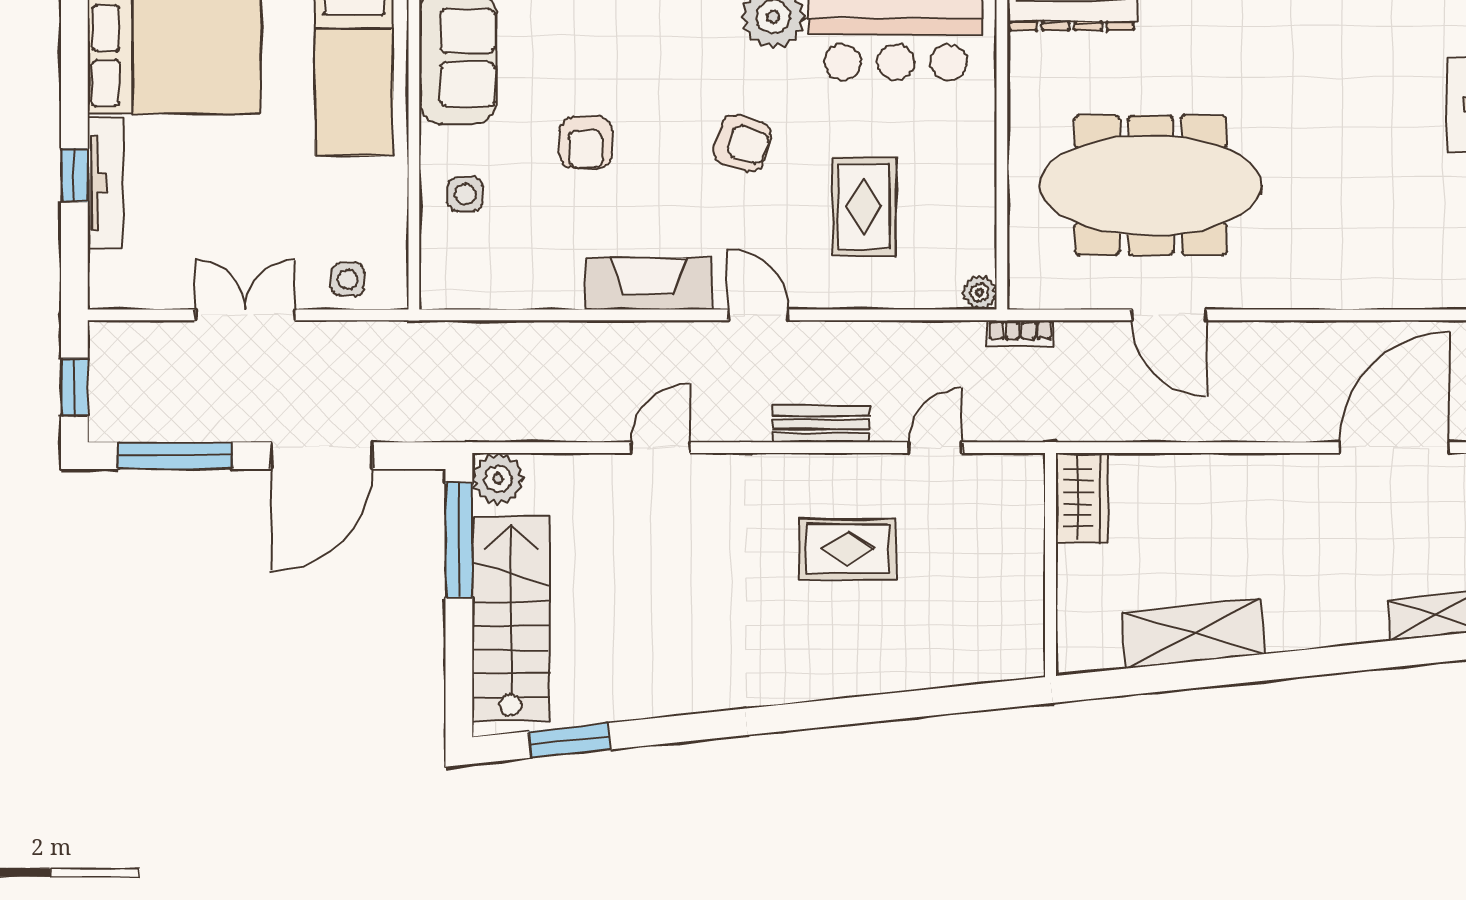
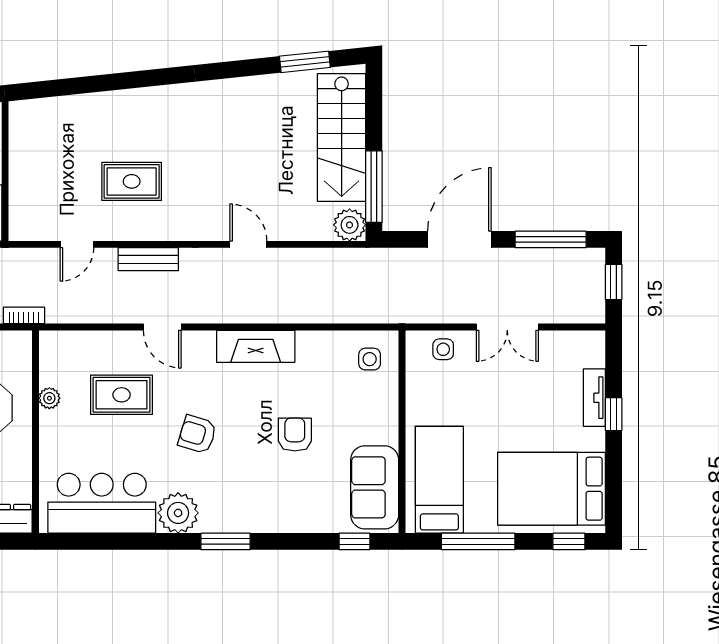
tv unit: (105, 183) -> (594, 398), width x0.71
side table: (465, 194) -> (370, 359), moved
rug: (864, 206) -> (122, 395), turned 90
plant: (980, 293) -> (49, 398), moved
door: (759, 315) -> (162, 327), moved
door: (660, 448) -> (248, 244), swing flipped

